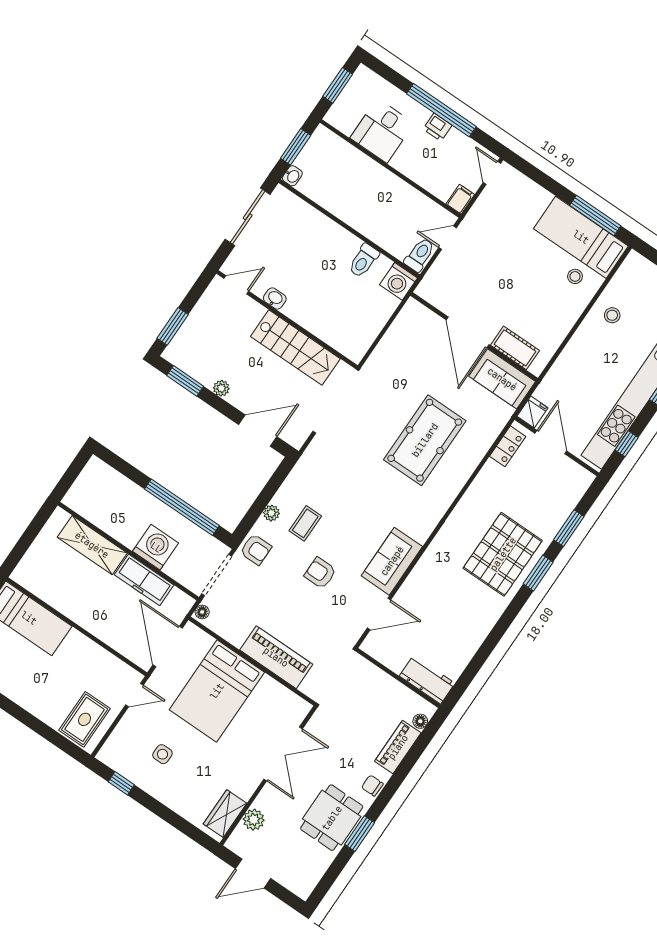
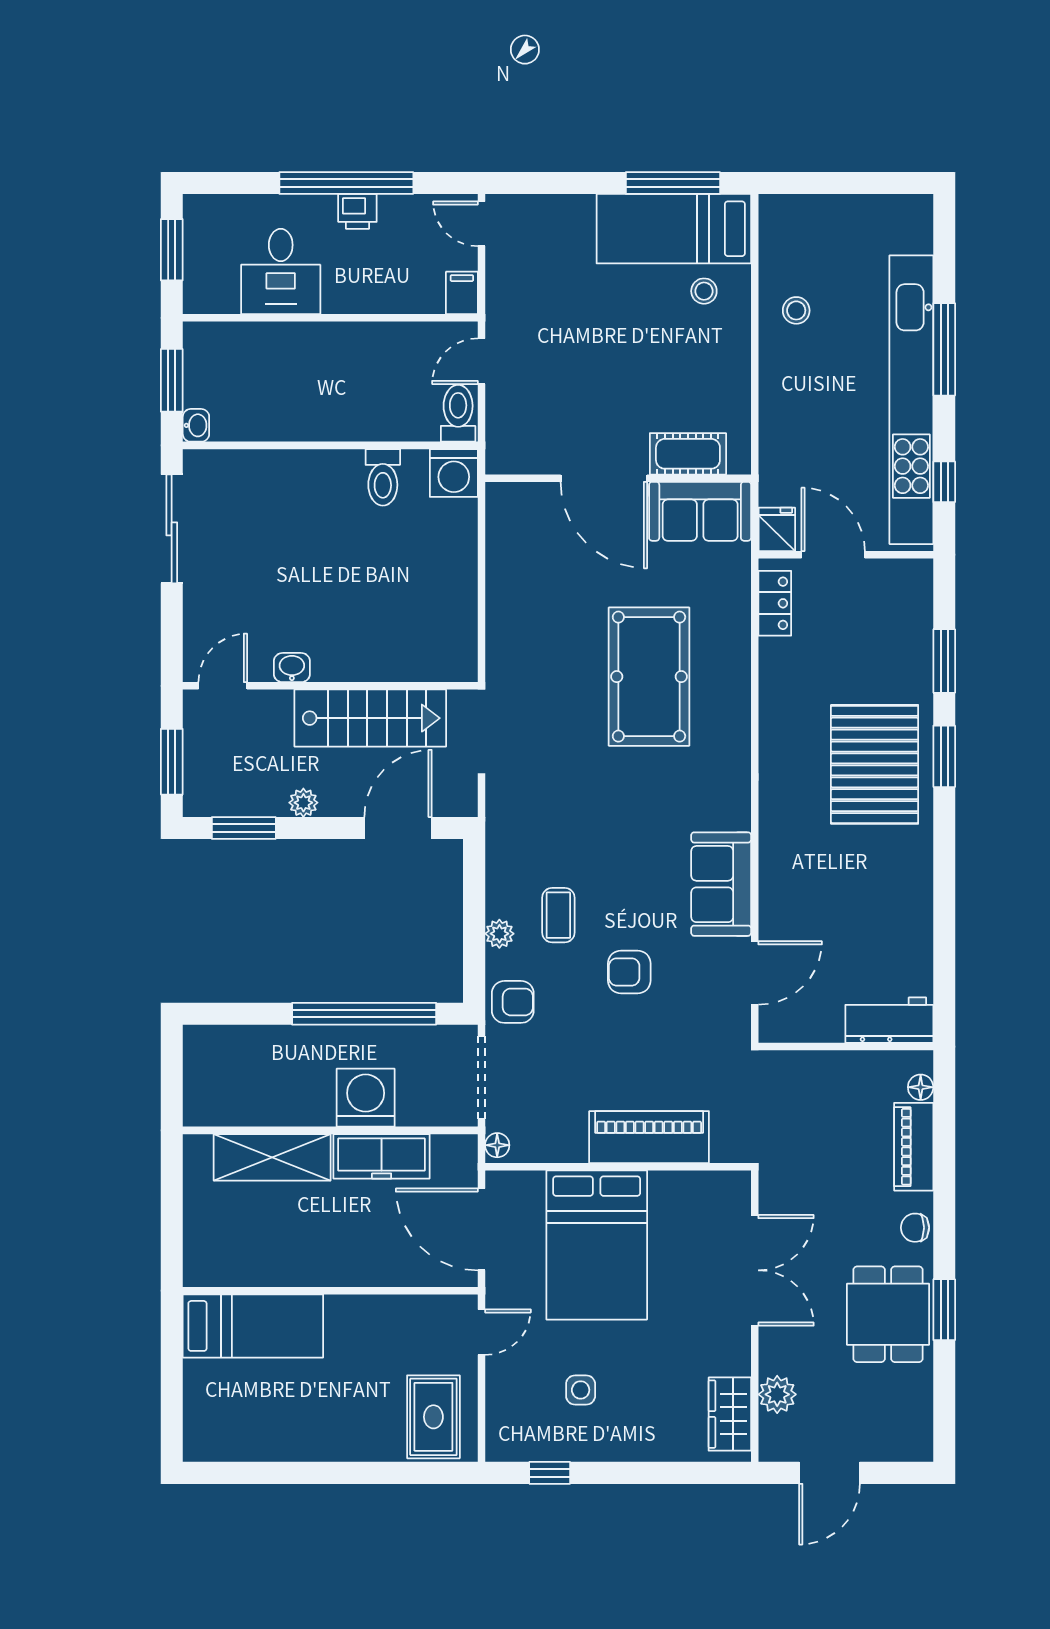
door: (236, 285) -> (223, 686), moved
washbasin: (275, 299) -> (292, 668), moved
wall: (287, 319) -> (330, 686), moved
stairs: (295, 348) -> (370, 718), moved

